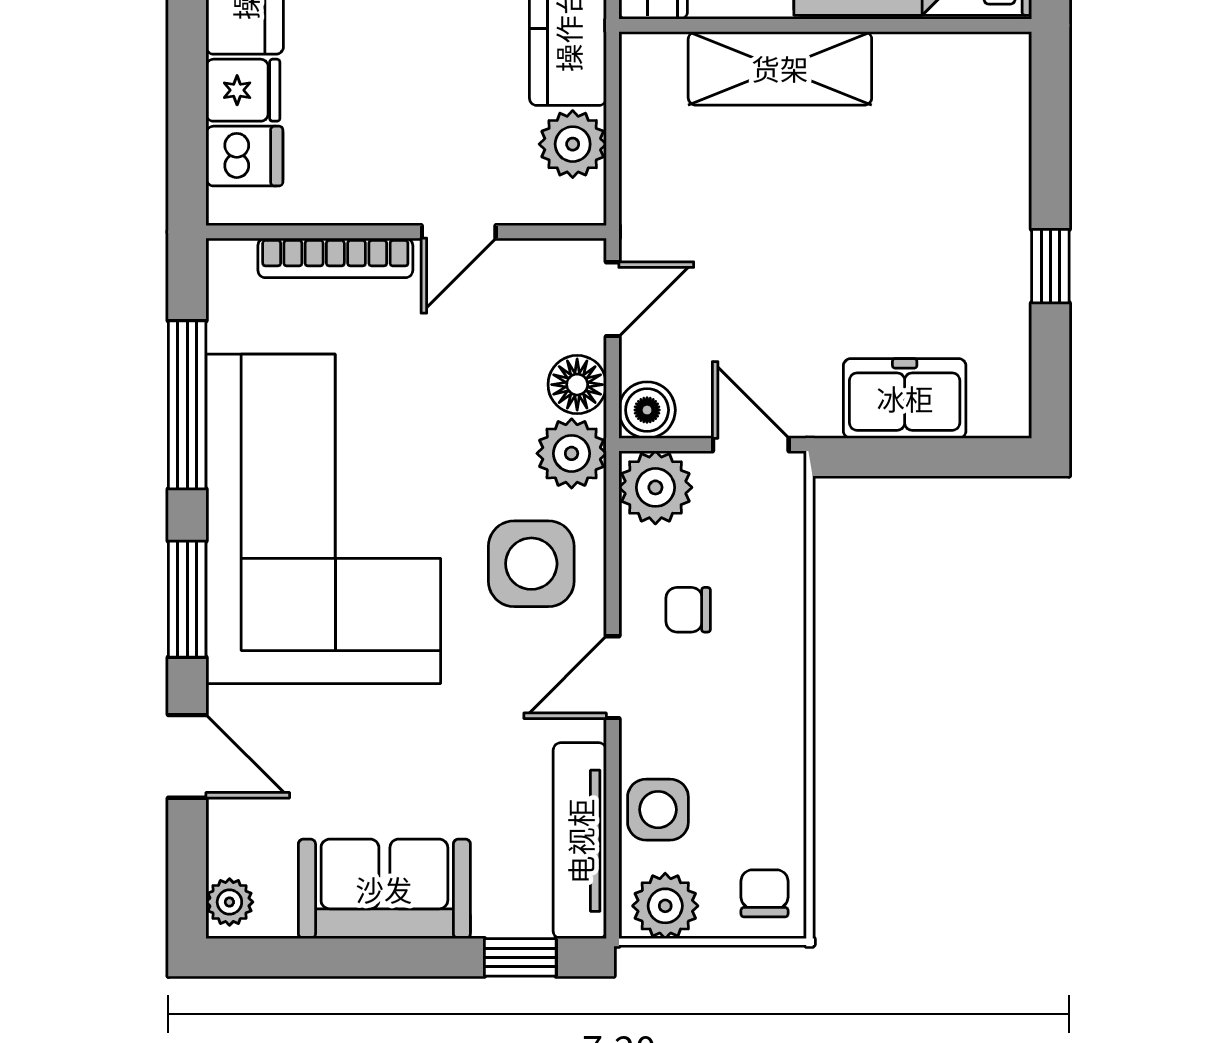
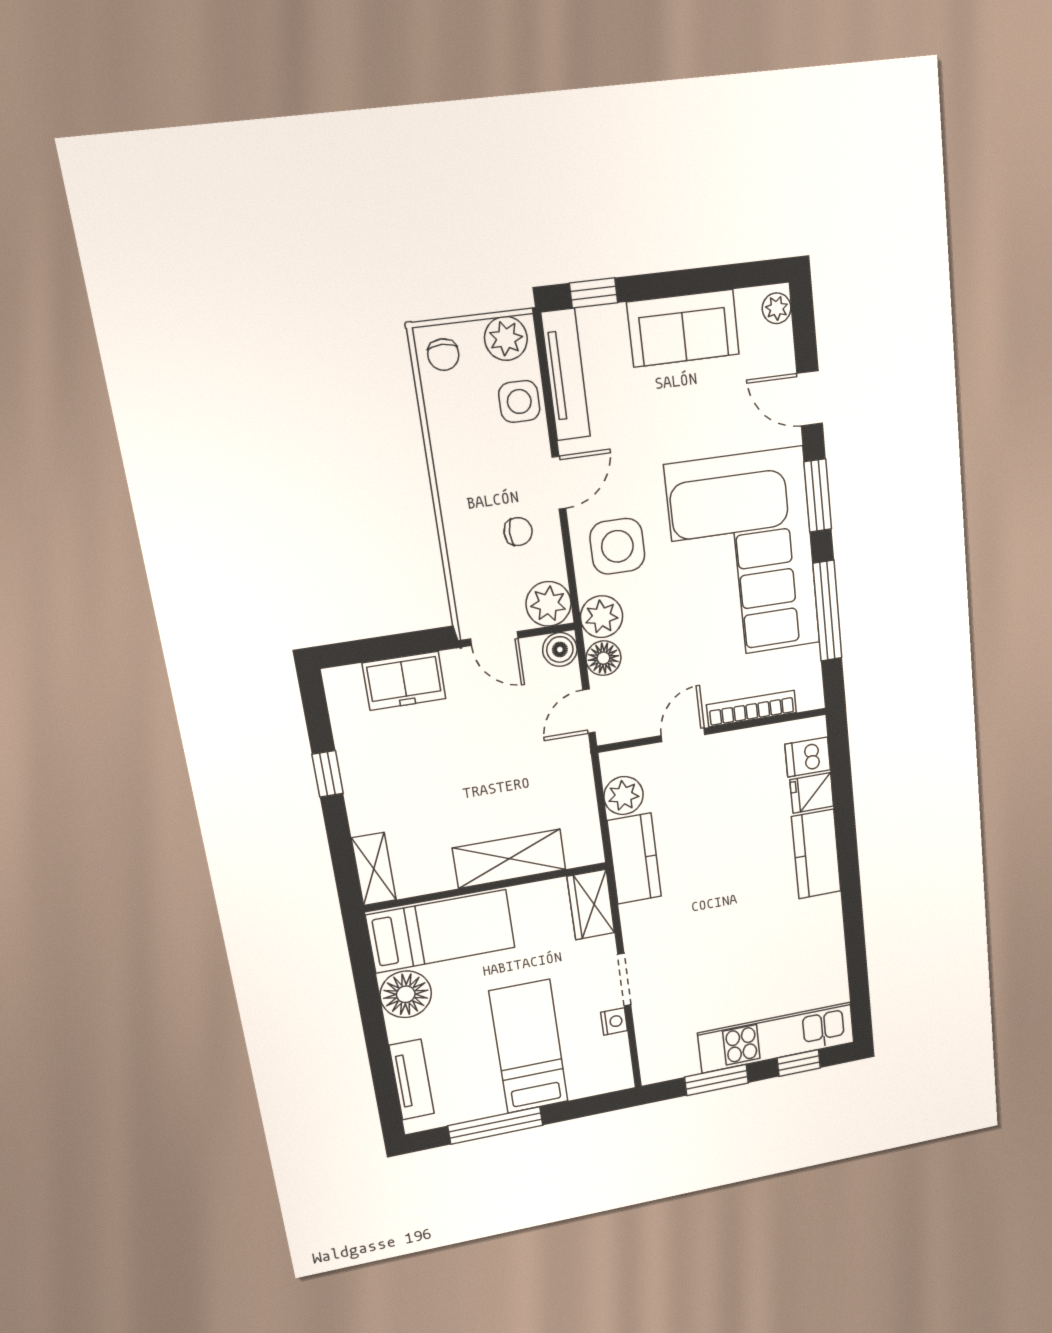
shelving: (1004, 92) -> (374, 869), added

